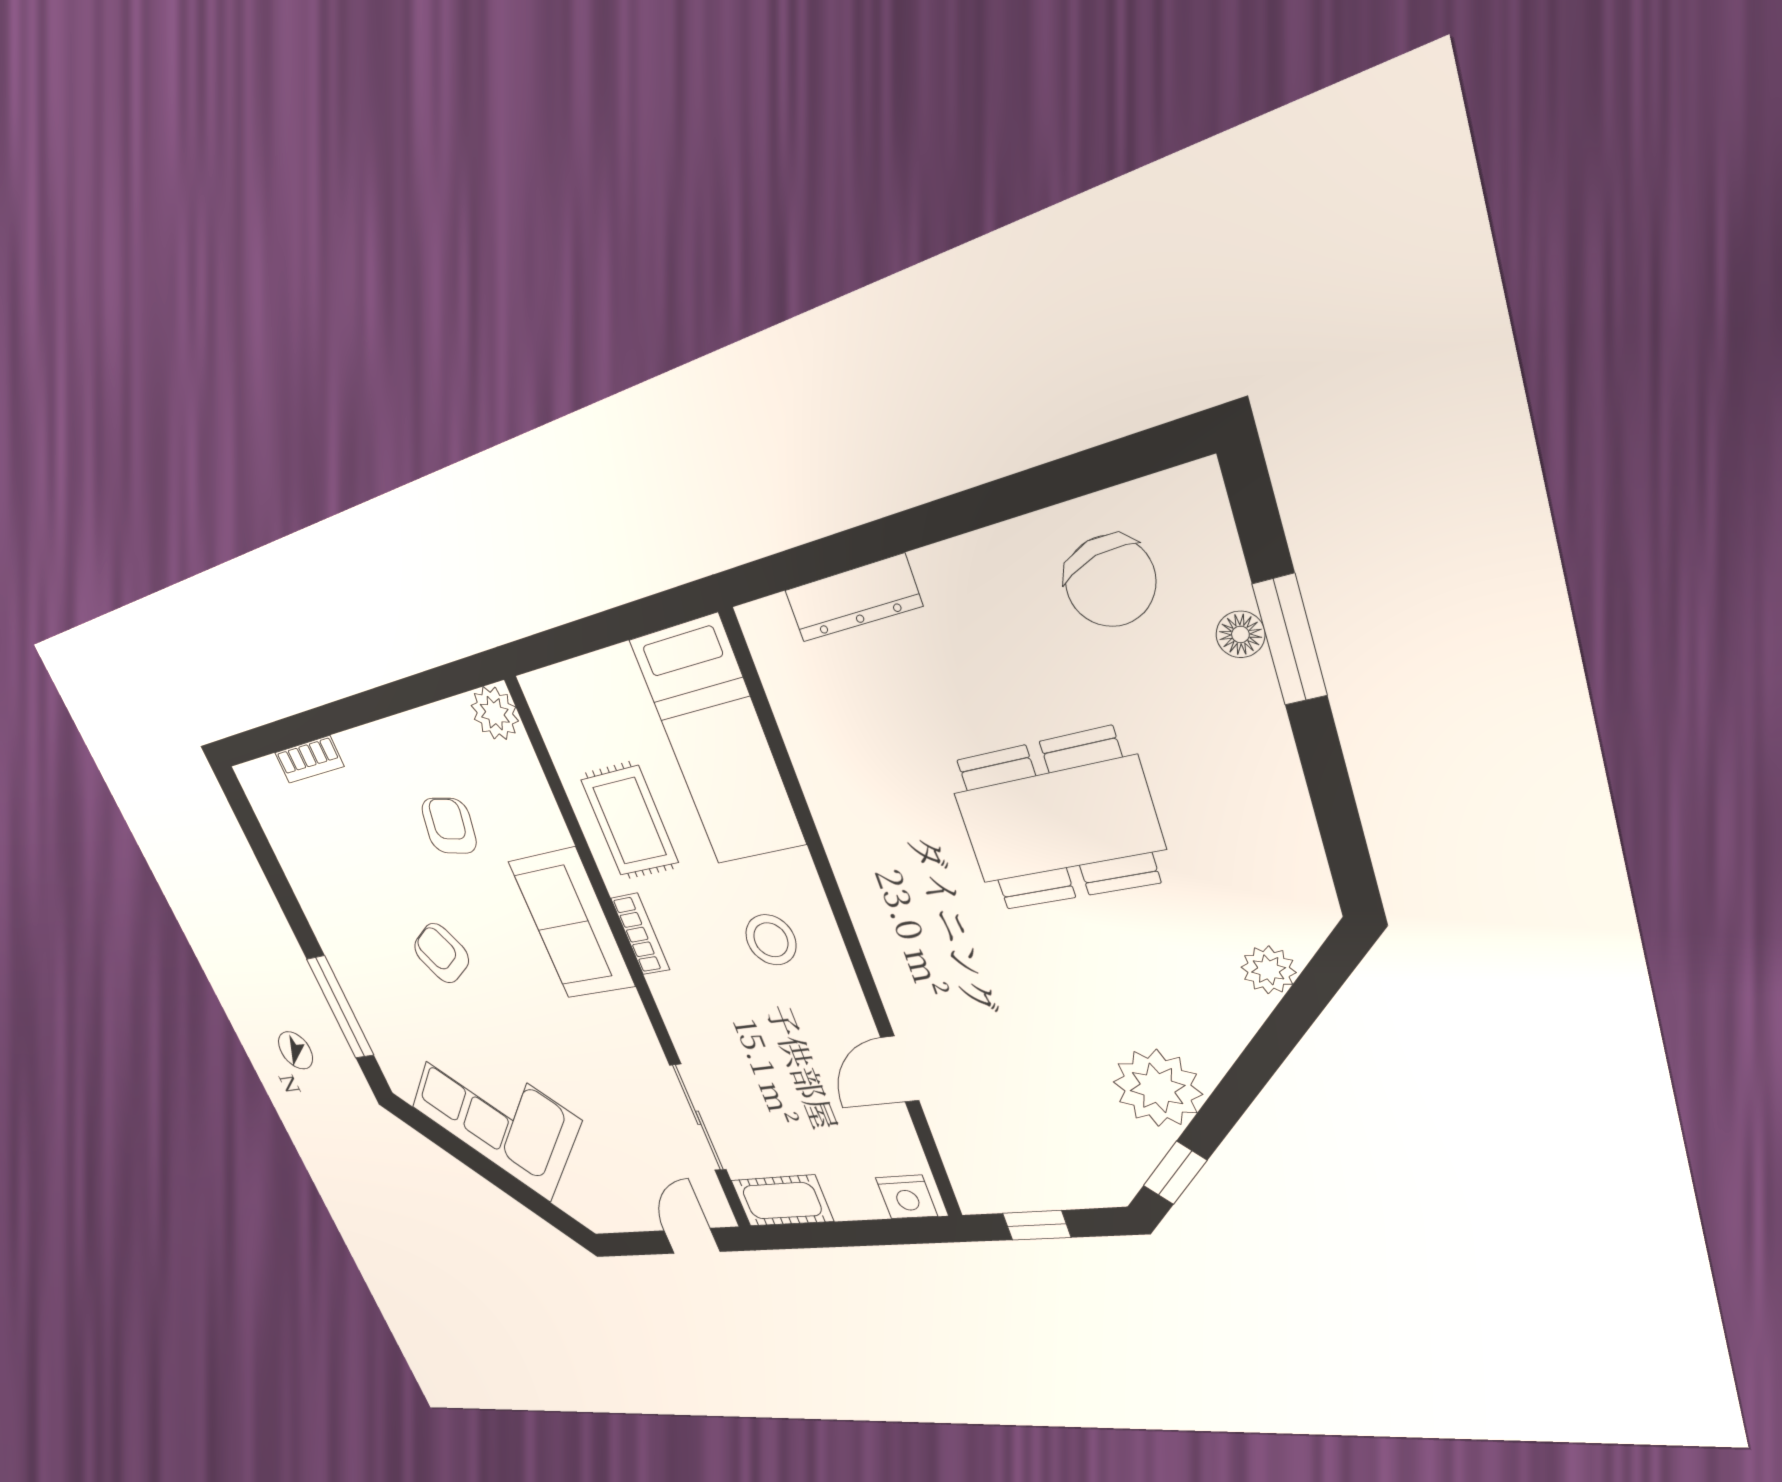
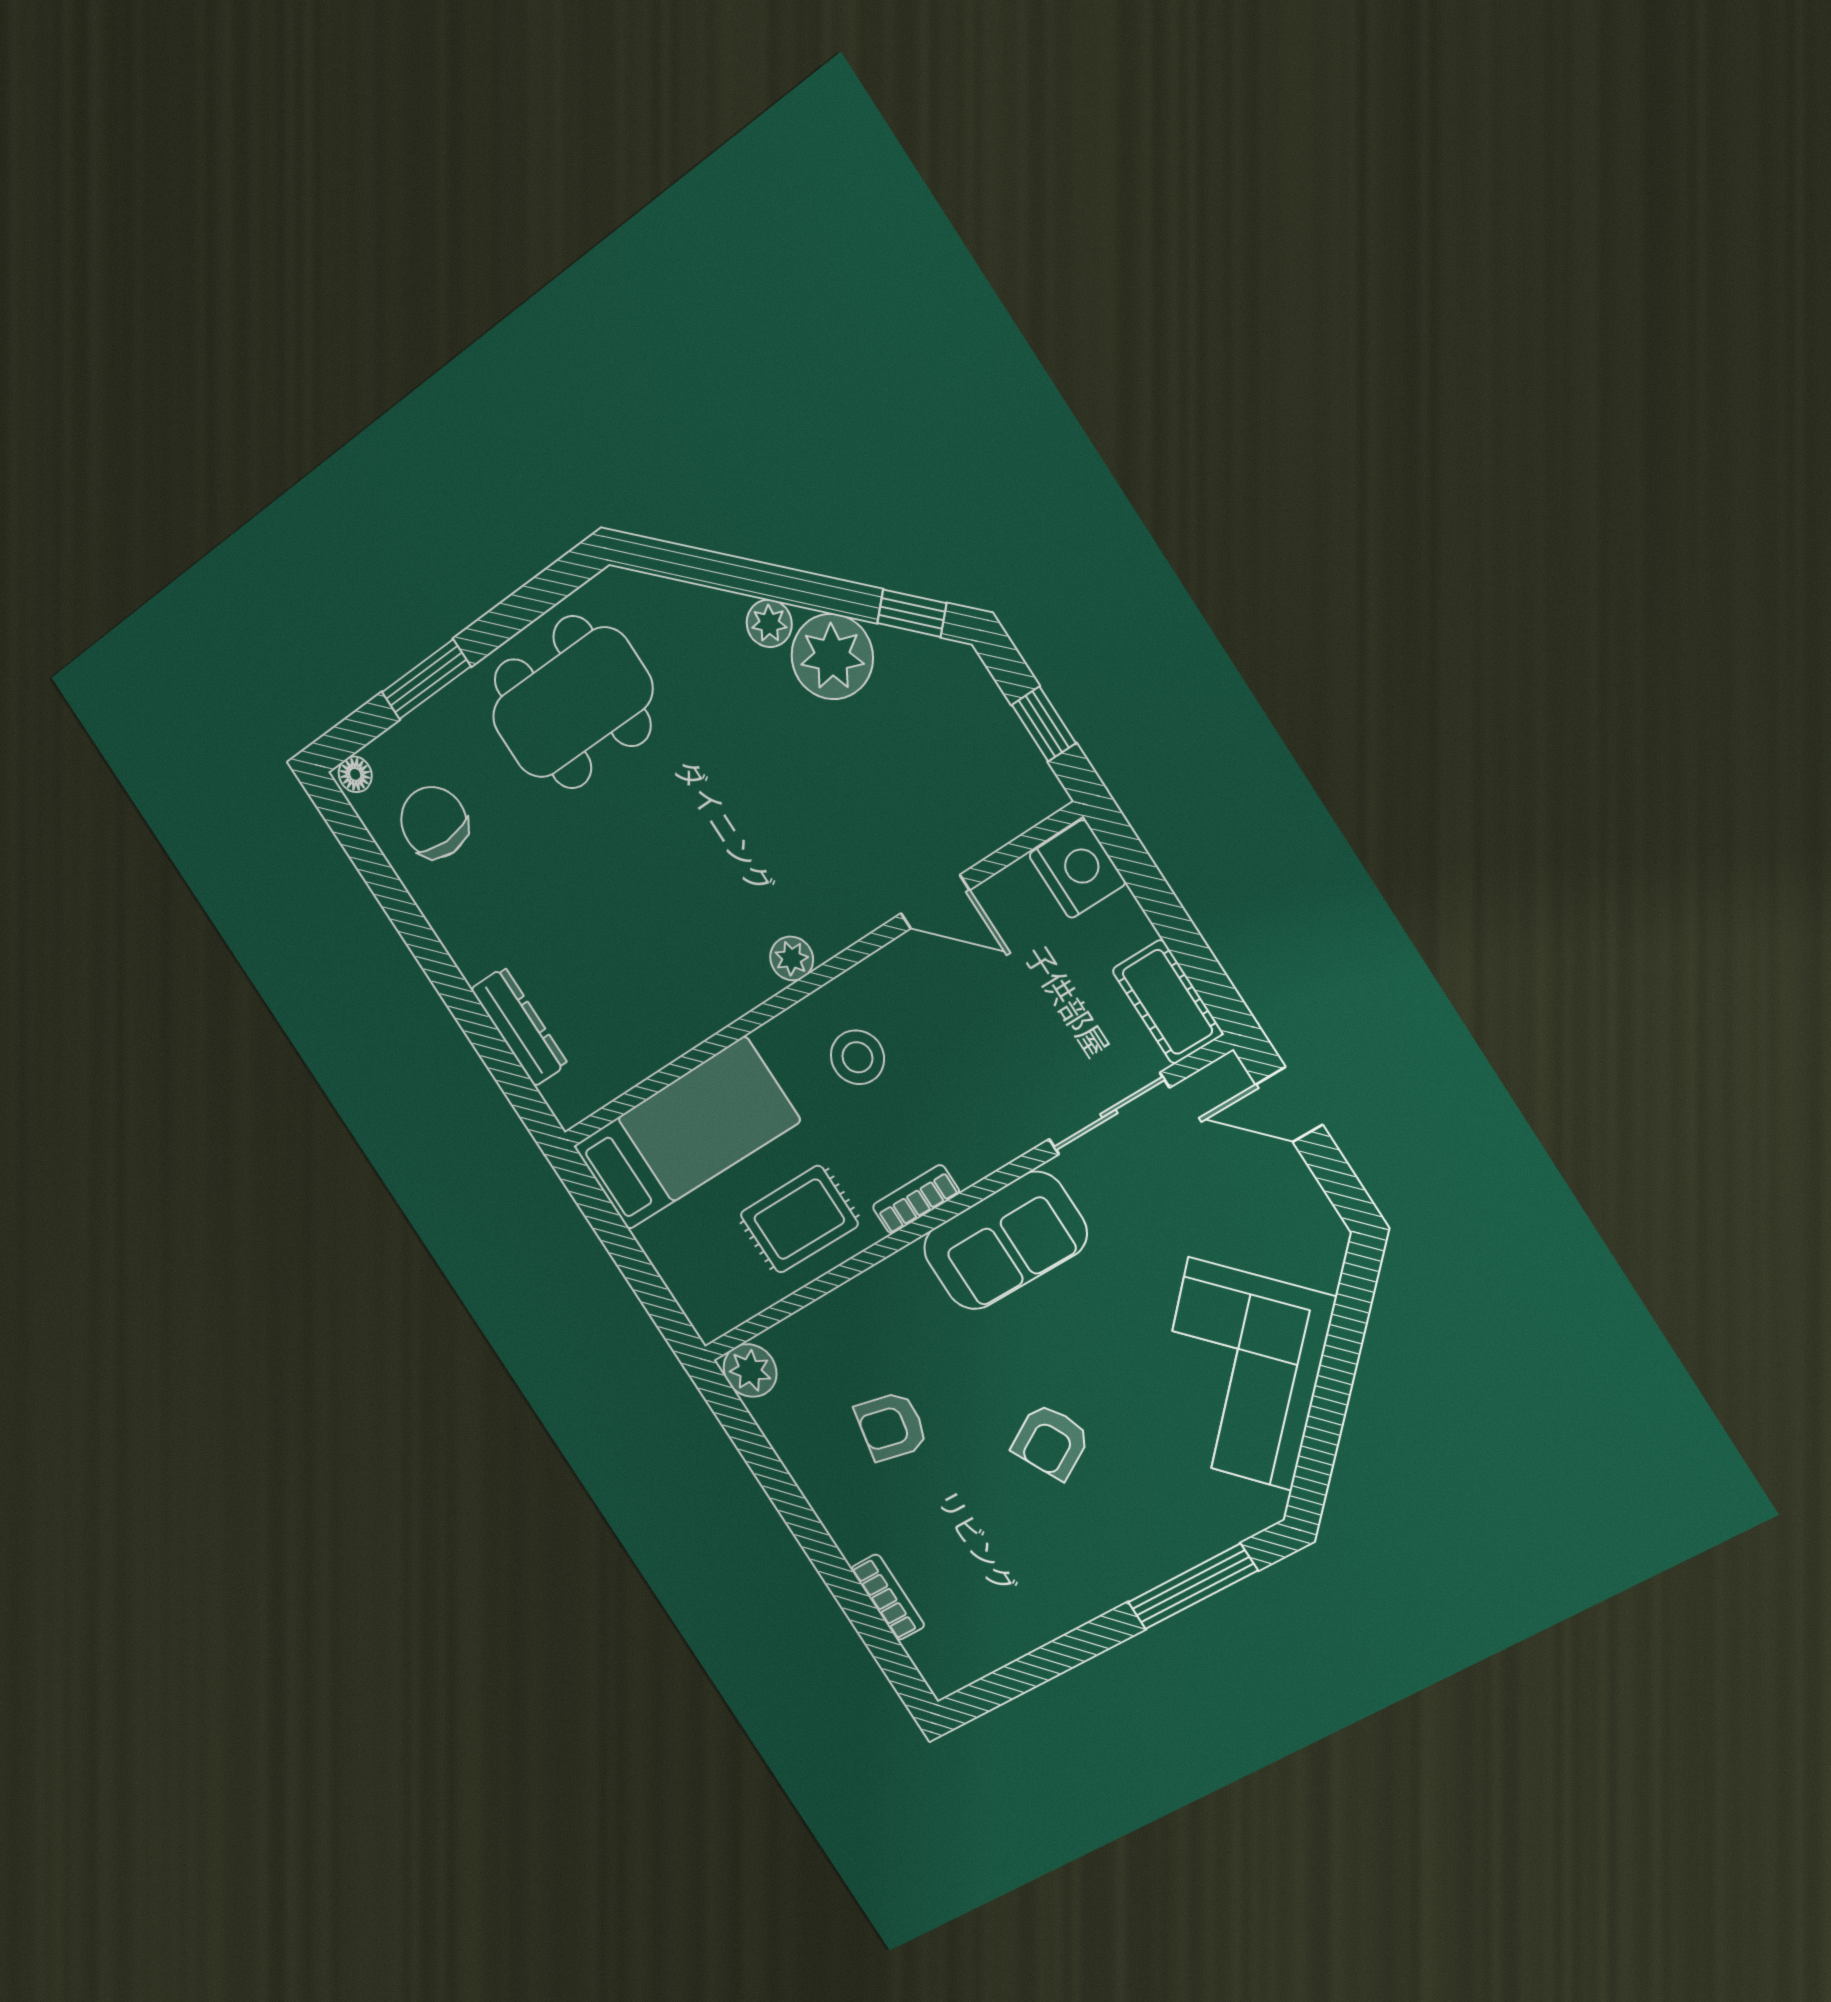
chair: (1110, 581) -> (434, 822), turned -77
floor lamp: (1240, 634) -> (355, 774), moved
dining table: (1058, 821) -> (572, 703), moved, turned 90
plant: (873, 921) -> (792, 958), added
sofa: (572, 924) -> (1005, 1241), moved
plant: (1268, 970) -> (769, 623), moved
nightstand: (907, 1197) -> (1077, 869), width x1.36, depth x1.33

